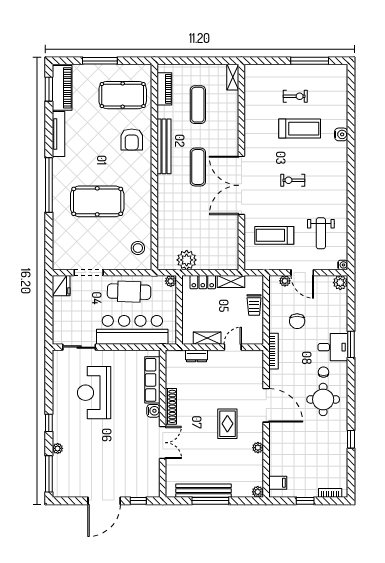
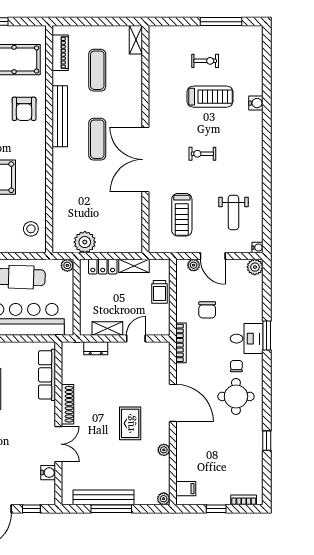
treadmill: (274, 235) -> (182, 215), turned -90
water cooler: (153, 411) -> (48, 473), moved

